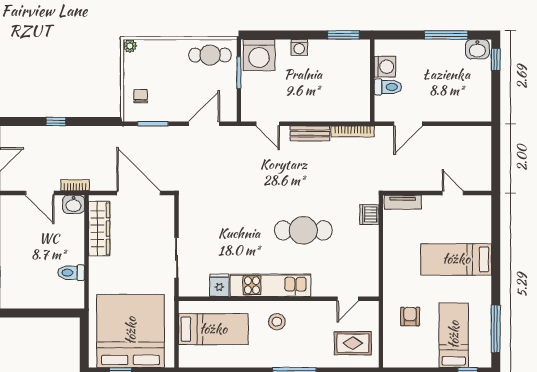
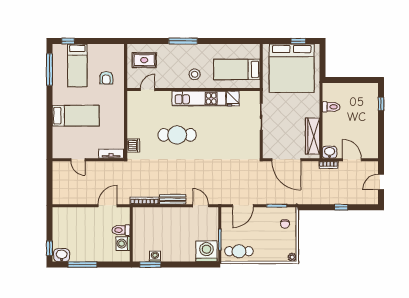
washing machine: (299, 47) -> (155, 256), moved

